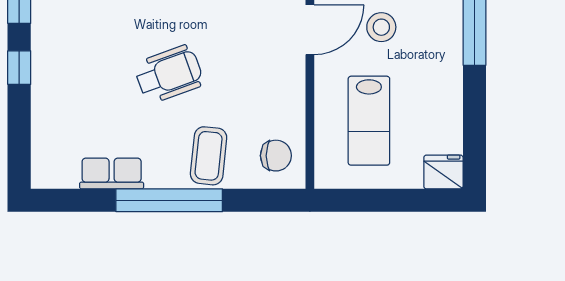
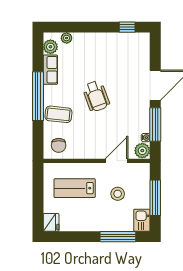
door: (310, 30) -> (116, 161), swing flipped
window: (19, 68) -> (99, 27), removed
plant: (43, 138) -> (67, 38), added
plant: (62, 173) -> (50, 47), added

